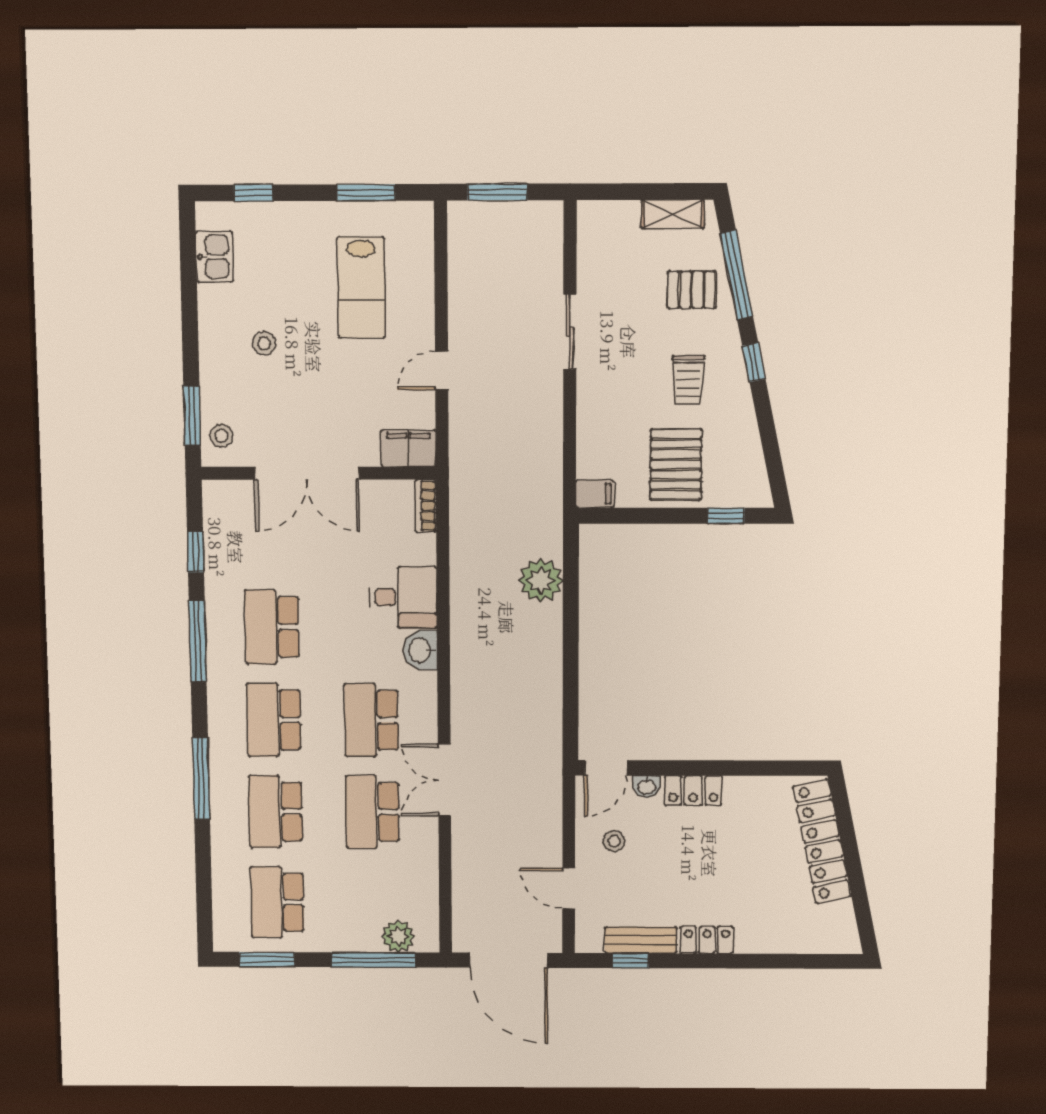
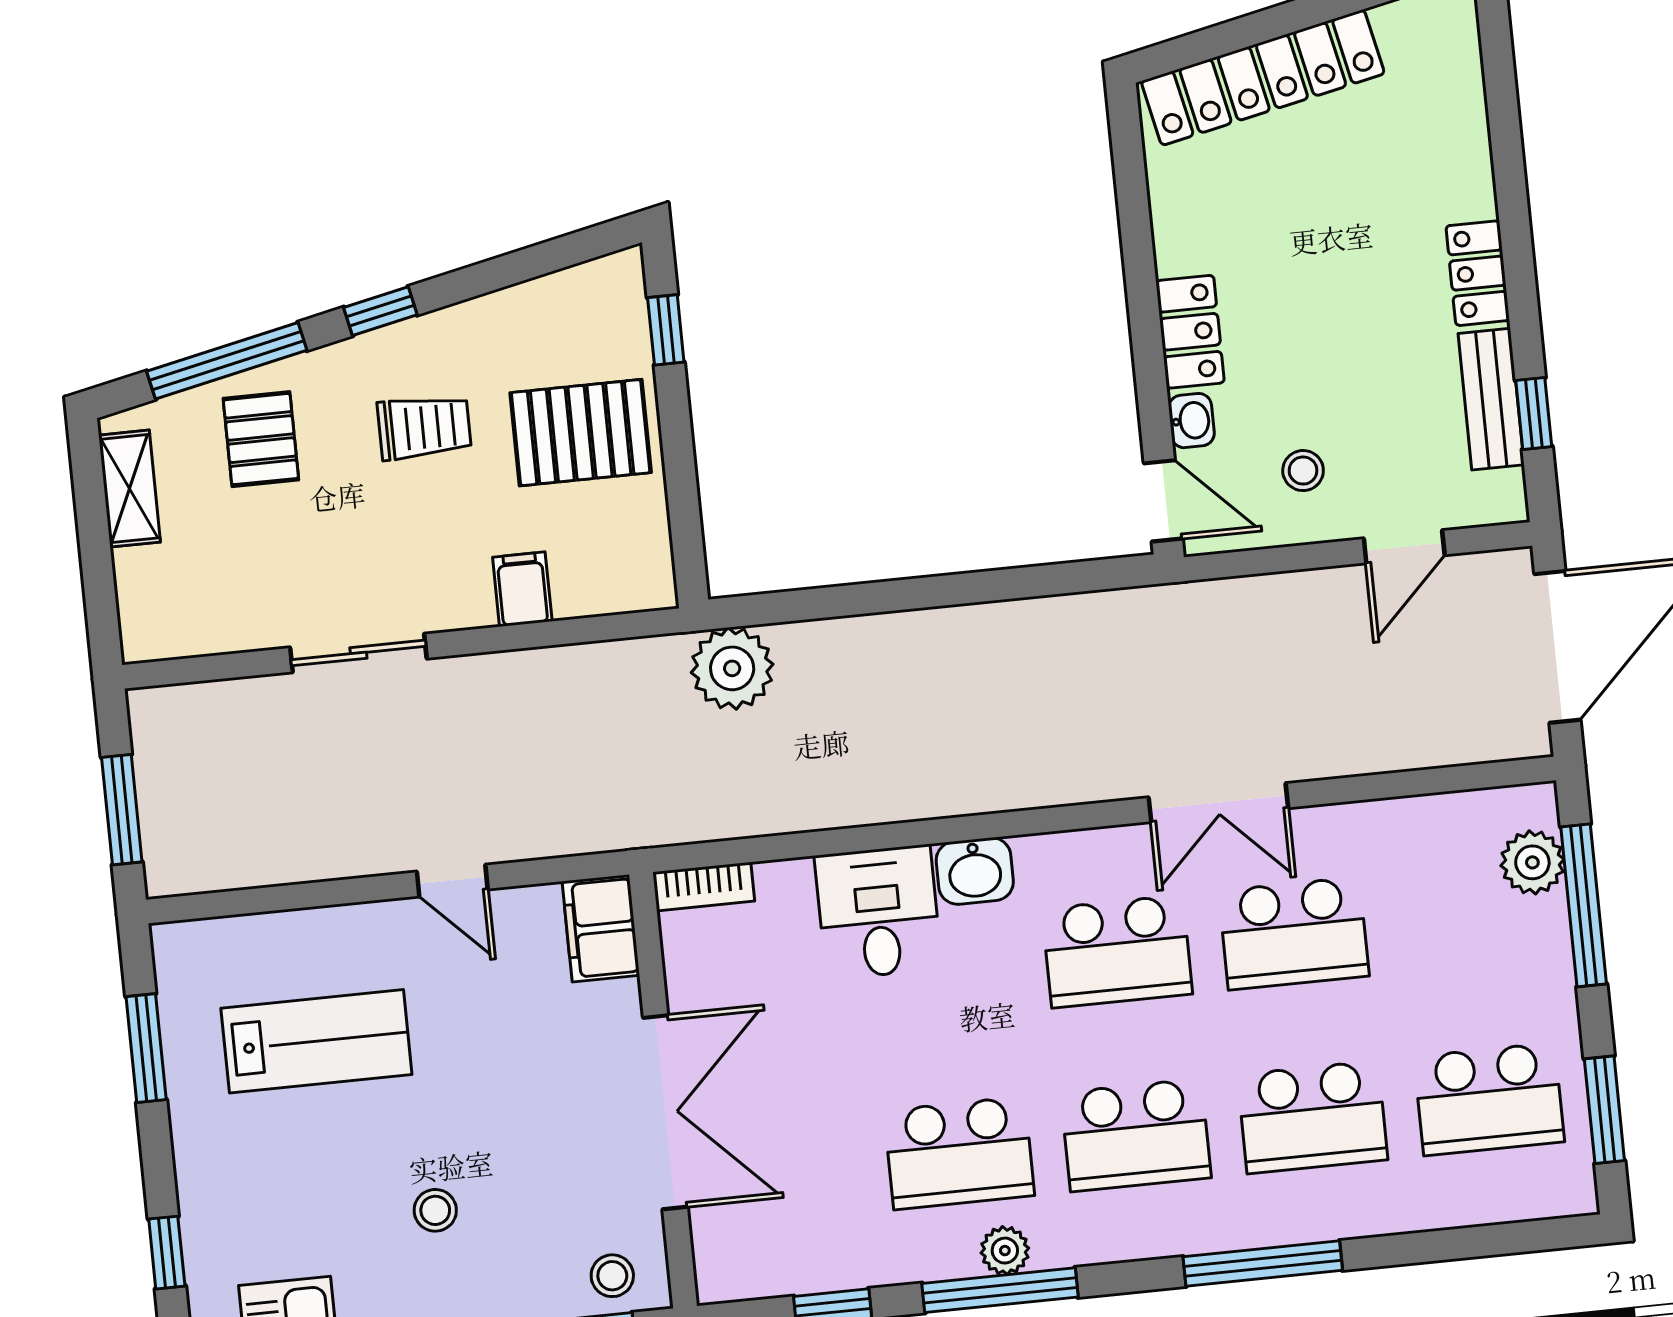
filing cabinet: (595, 494) -> (522, 589), moved
plant: (541, 580) -> (732, 668), moved
plant: (218, 646) -> (1005, 1251), added

